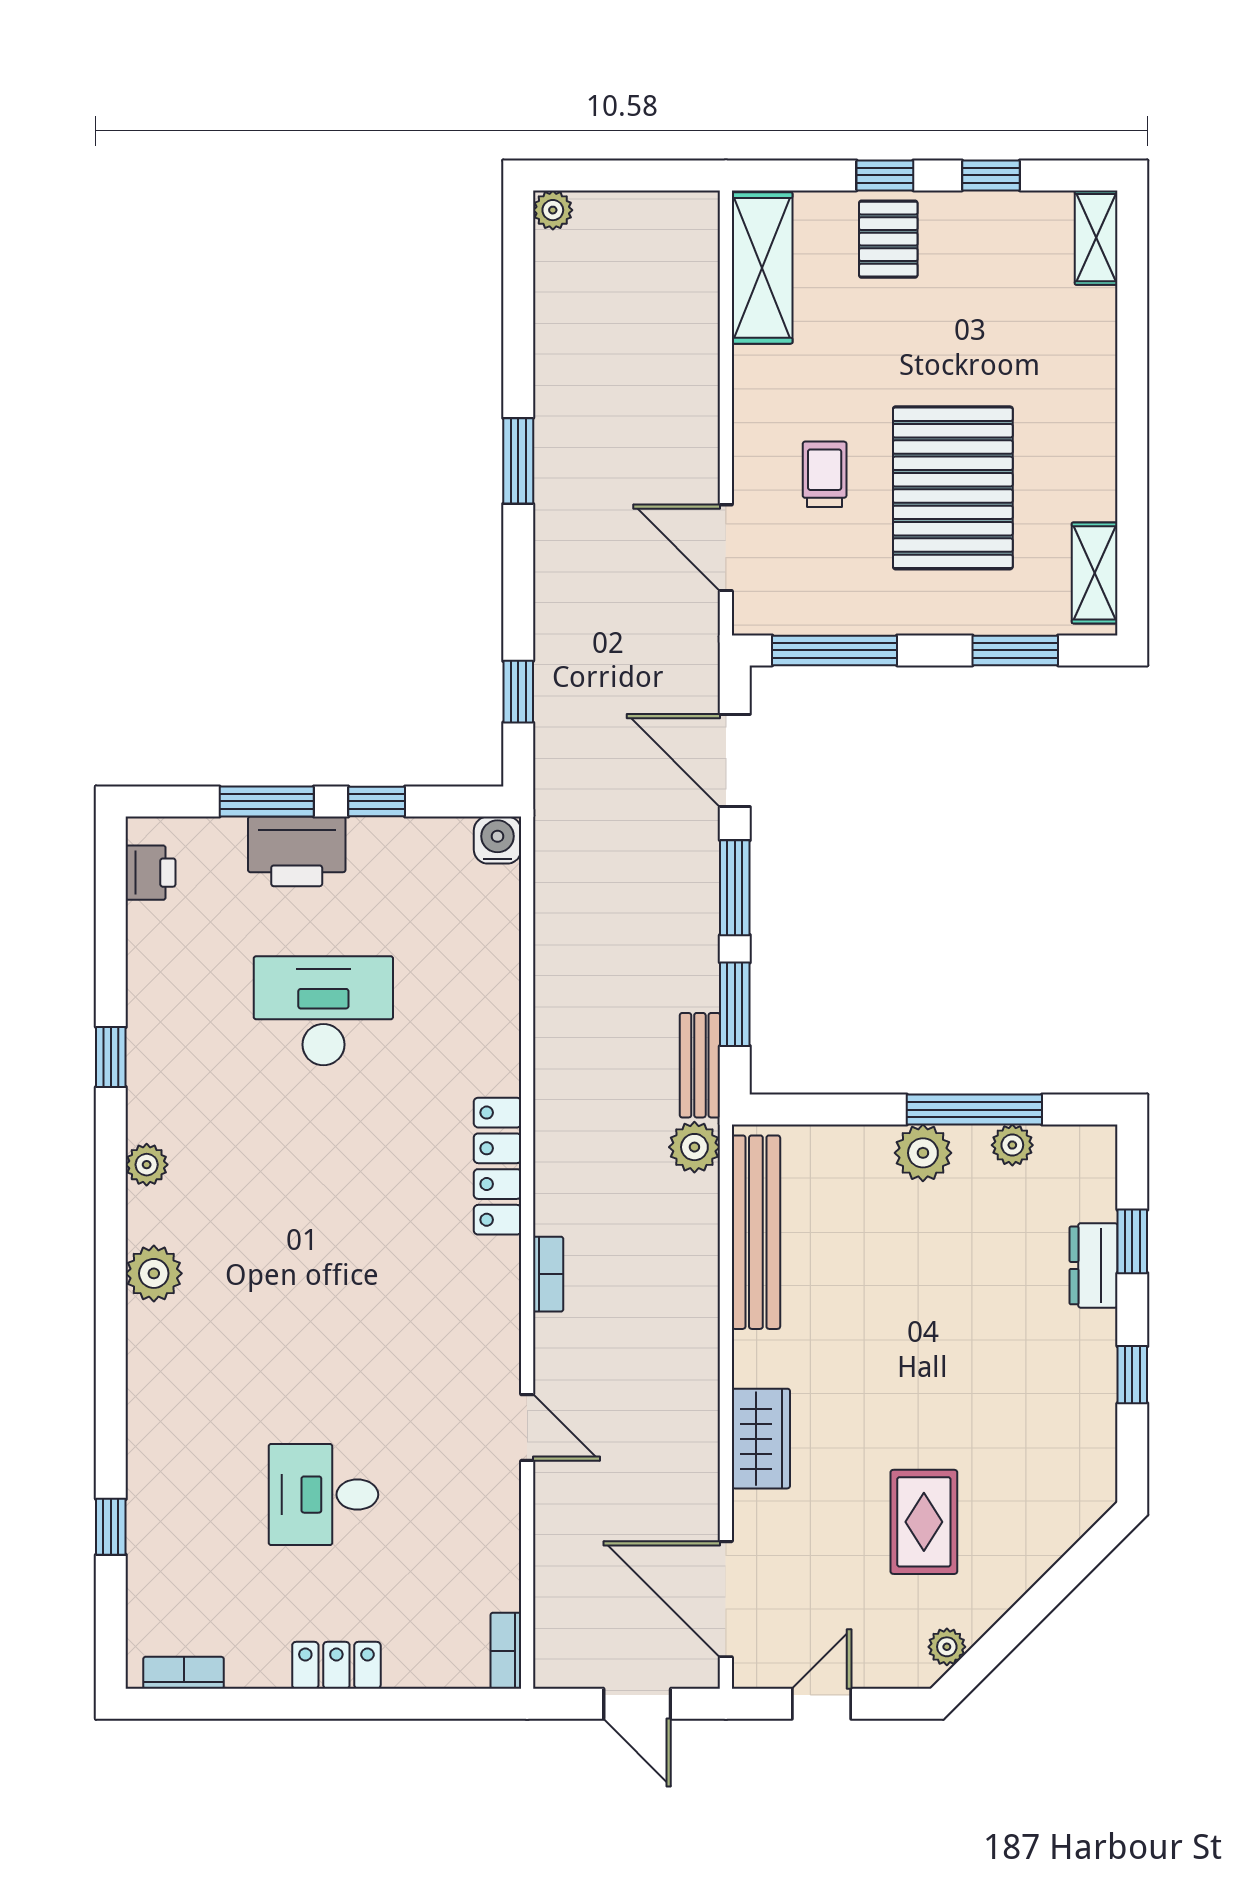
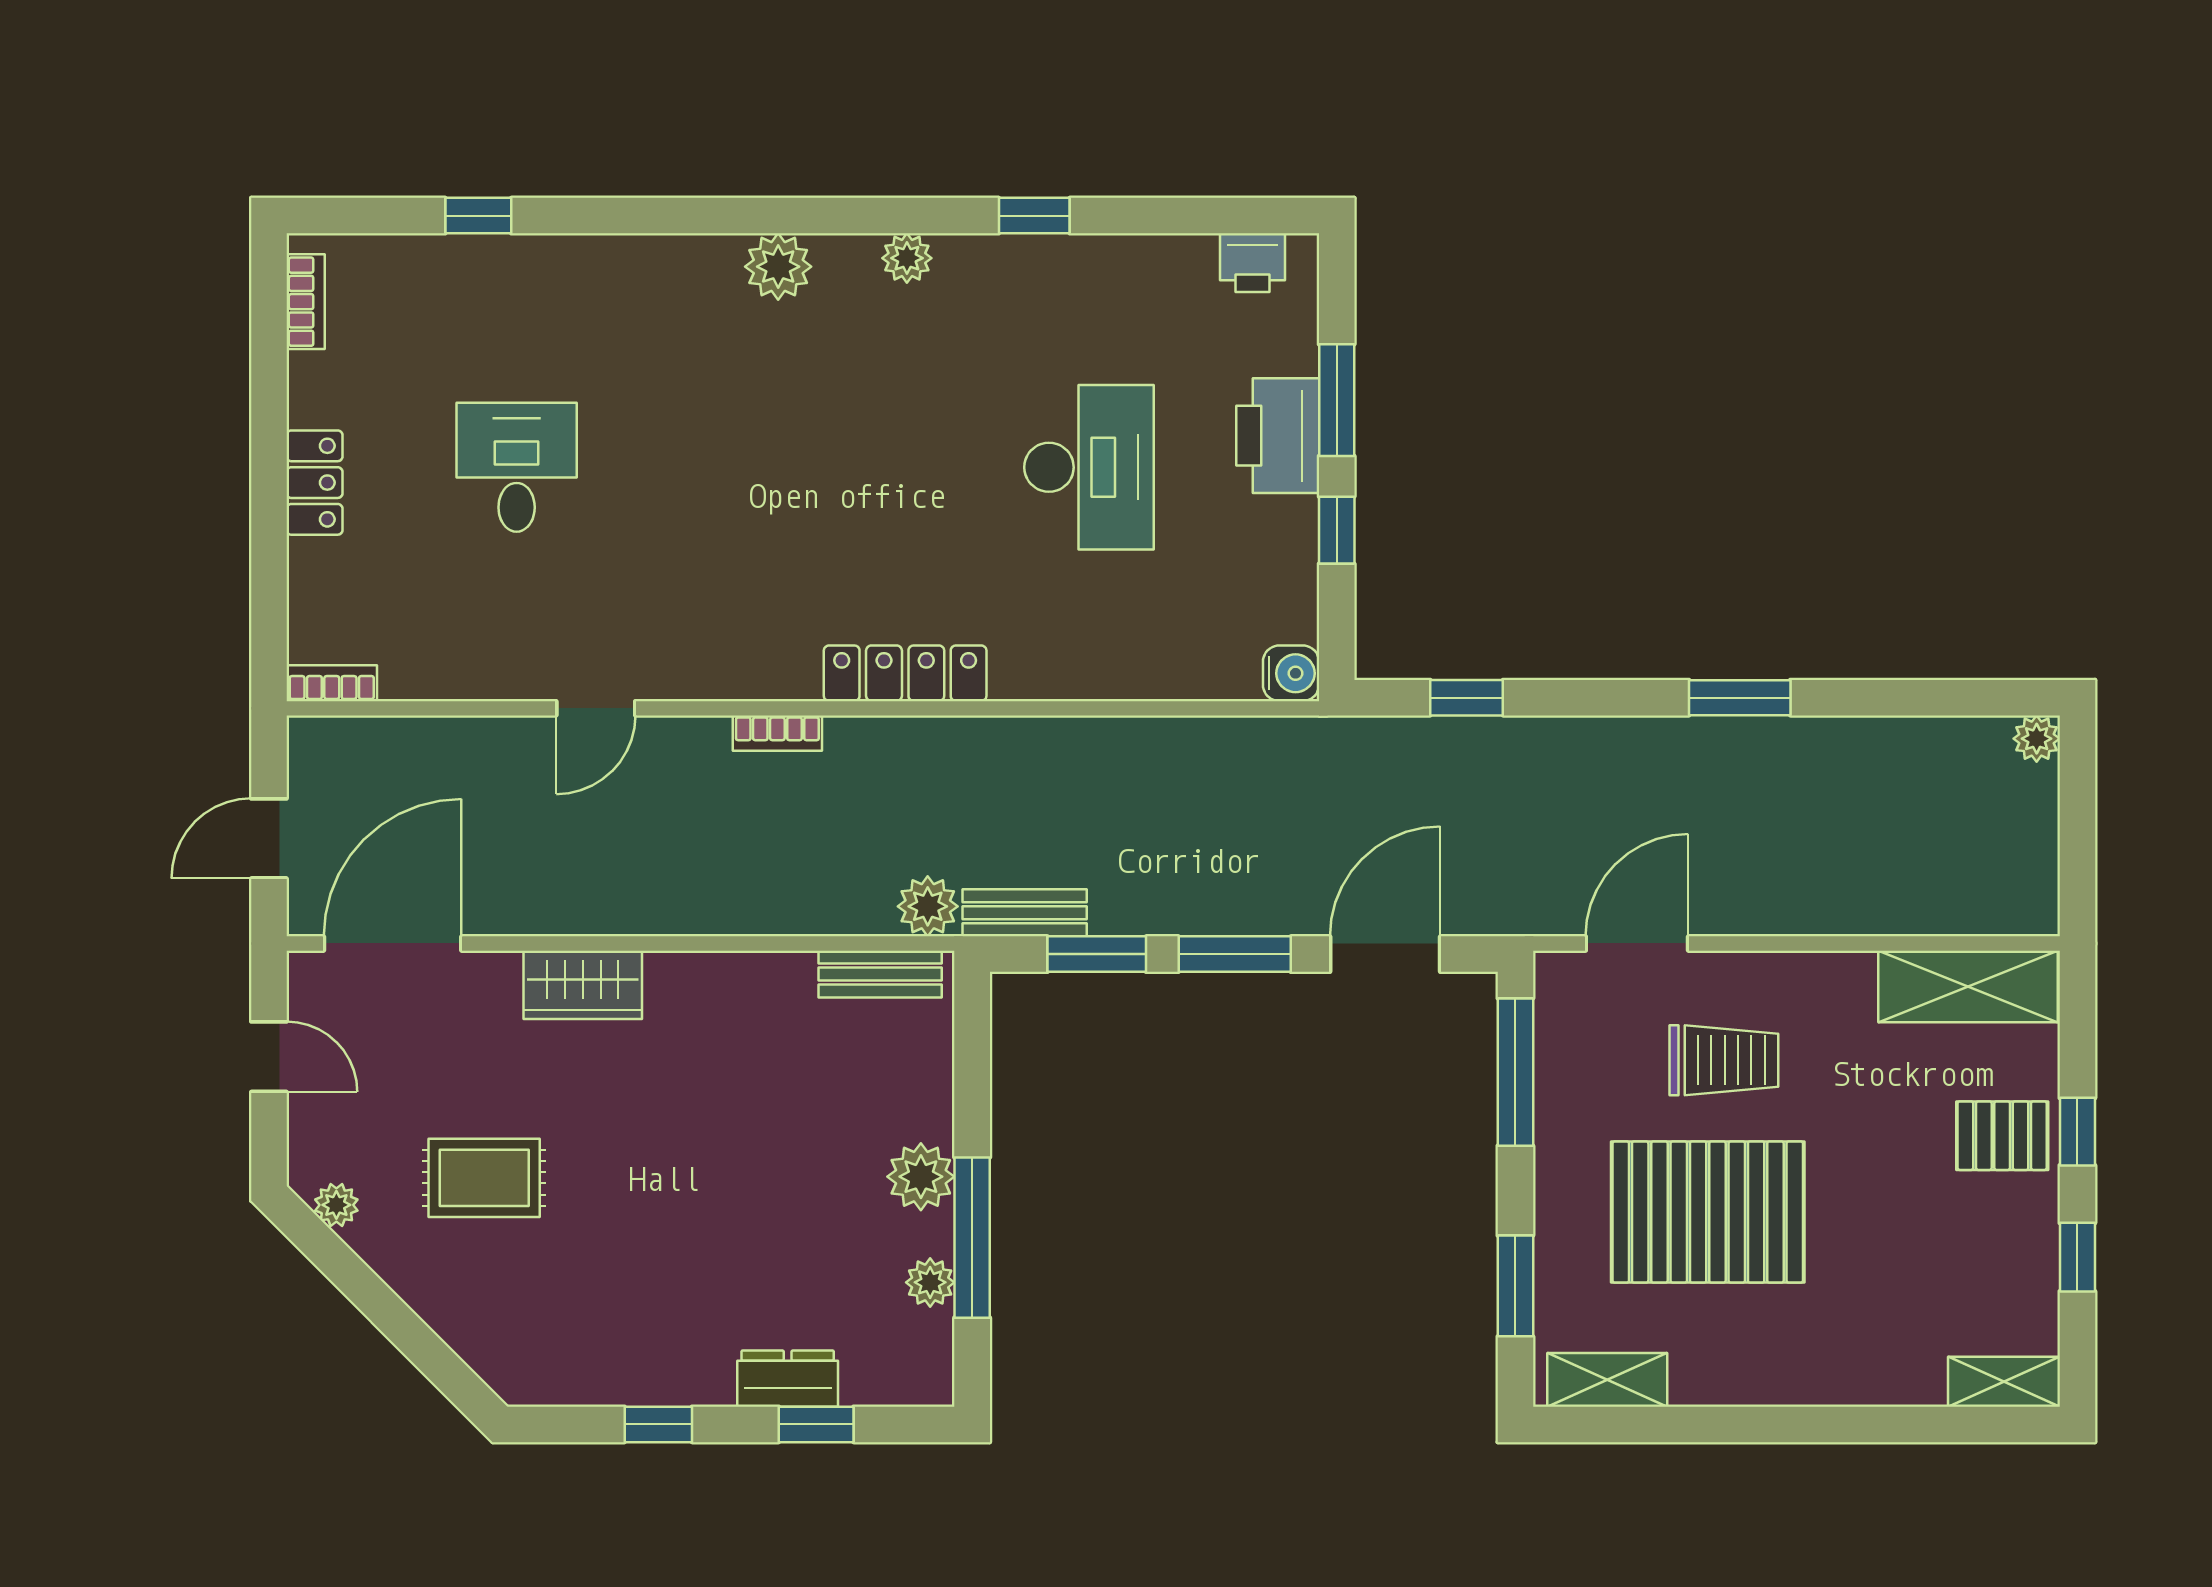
trolley: (825, 474) -> (1724, 1060), width x1.36, depth x1.39
bench: (756, 1232) -> (880, 974), width x0.54, depth x0.82

